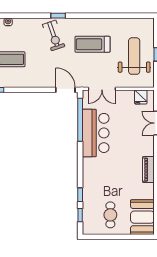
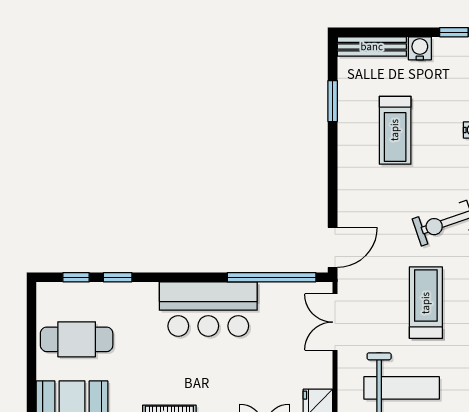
bar counter: (96, 133) -> (208, 309), moved
cafe table: (110, 215) -> (77, 339), width x1.37, depth x1.35

